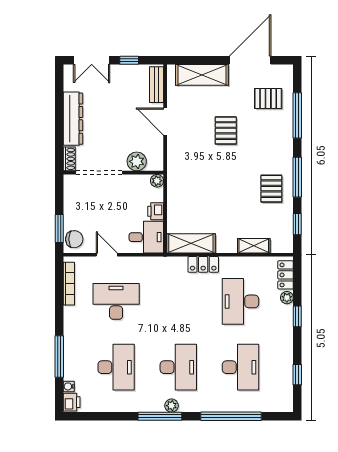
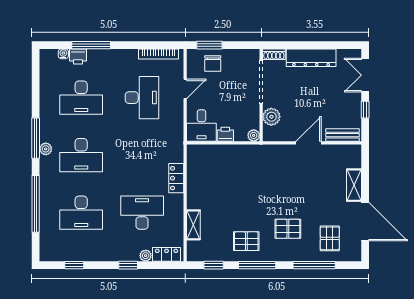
shelving: (202, 75) -> (354, 185), width x0.67, depth x0.75
pallet: (226, 131) -> (288, 229), moved
chair: (74, 239) -> (213, 63), moved
shelving: (191, 243) -> (196, 167), removed
printer: (72, 402) -> (78, 56), moved

